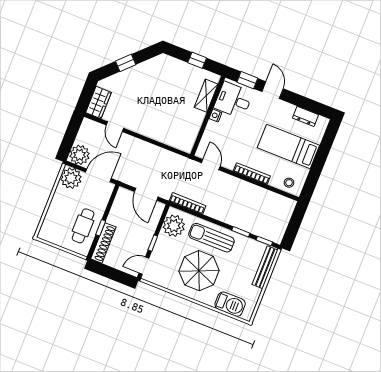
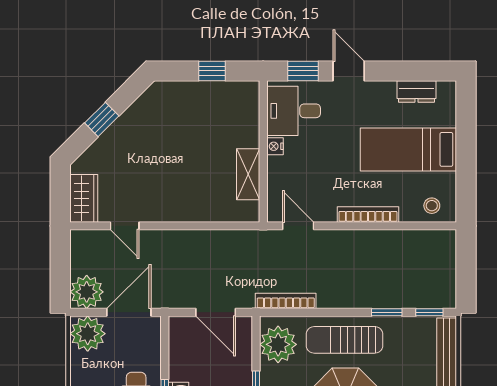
shelving: (206, 96) -> (248, 174), moved

